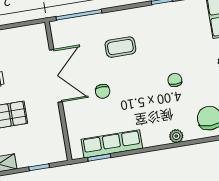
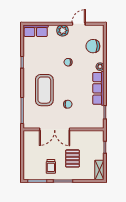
coffee table: (120, 47) -> (44, 90), width x1.86, depth x1.72
double door: (56, 76) -> (55, 129), swing flipped
row of seats: (112, 144) -> (98, 88), moved

